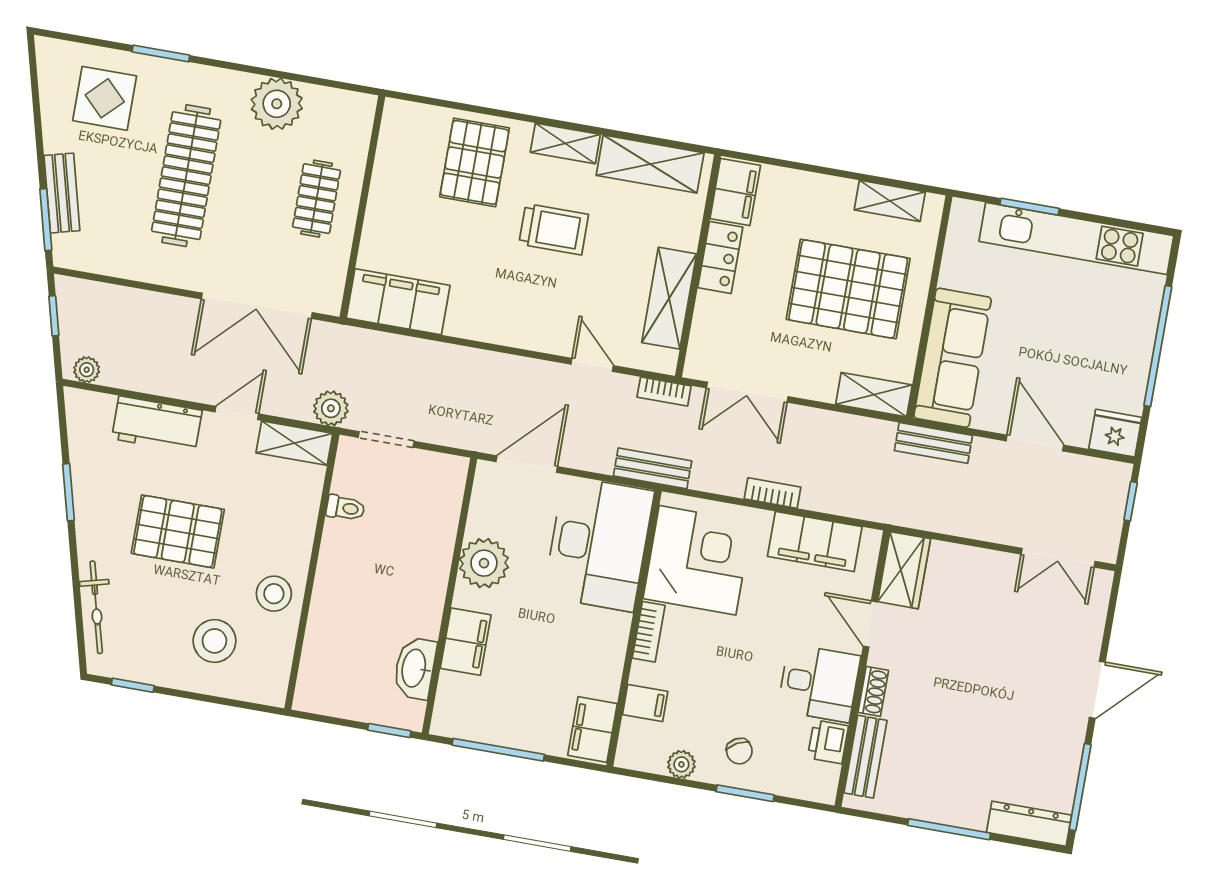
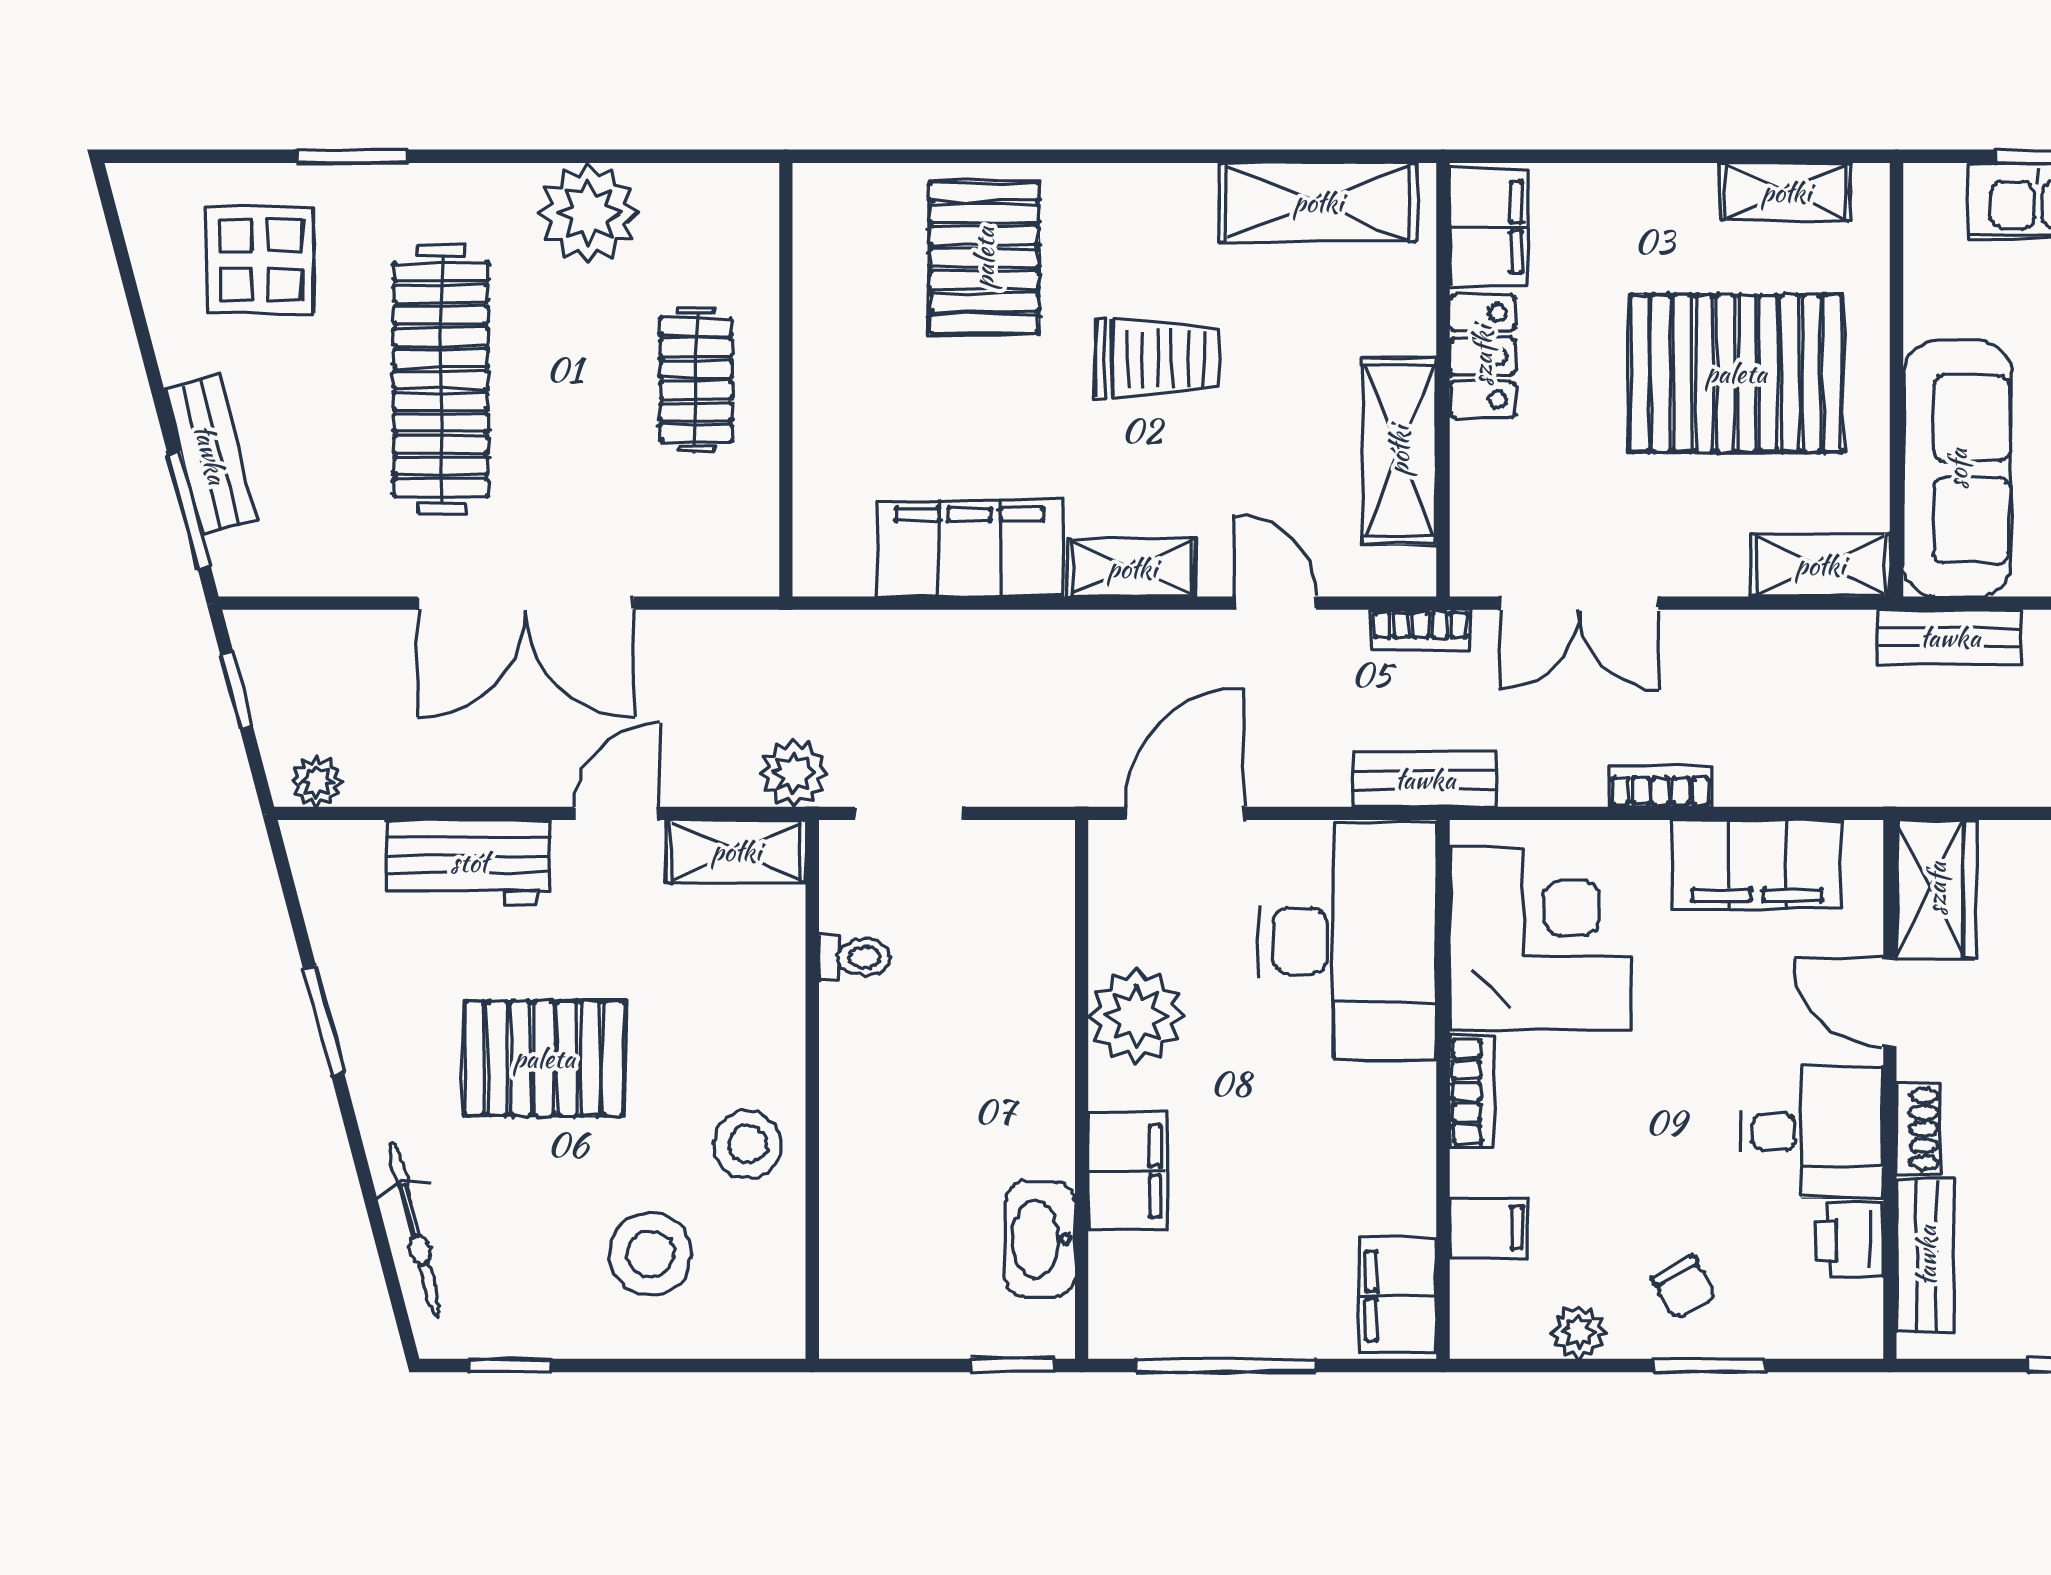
shelving: (565, 143) -> (1132, 568), moved
filing cabinet: (398, 302) -> (969, 548), moved
double door: (257, 306) -> (526, 603), moved

